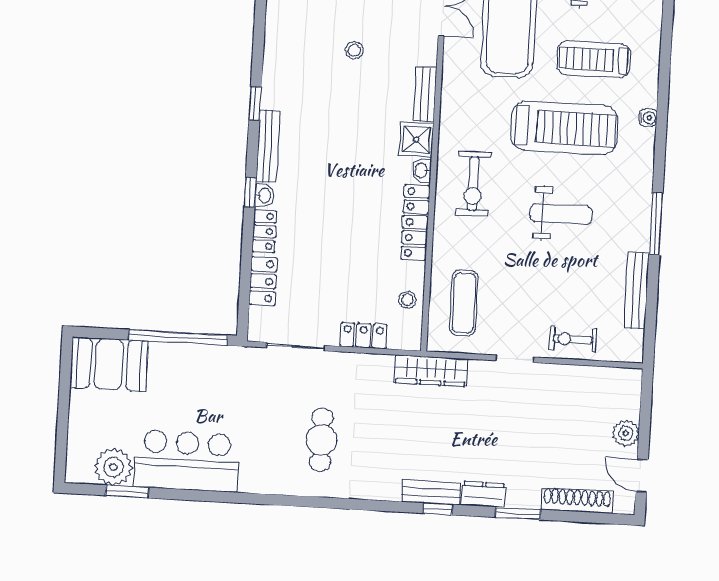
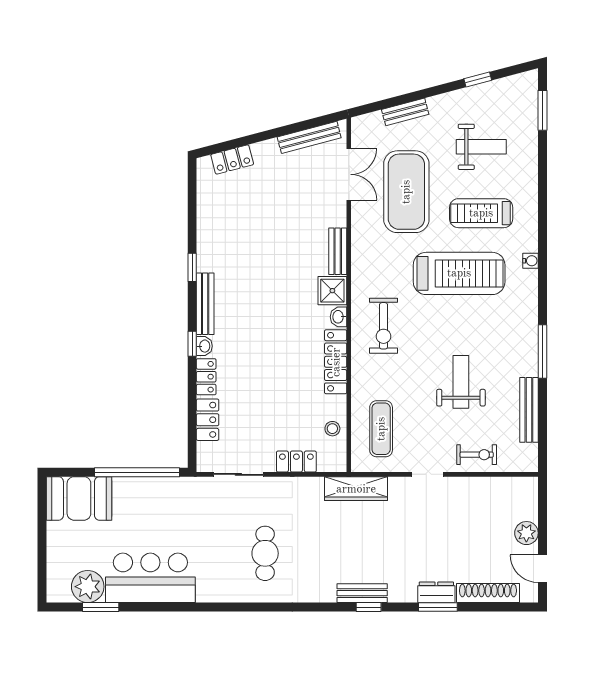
stool: (354, 50) -> (275, 217), removed
weight bench: (561, 214) -> (461, 382), moved, turned -90
exercise bike: (573, 339) -> (477, 455), turned 180
dresser: (484, 494) -> (436, 592), moved

